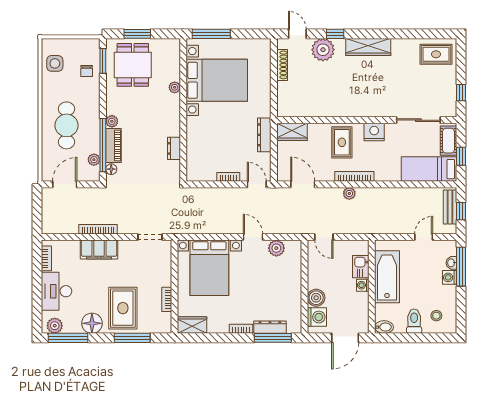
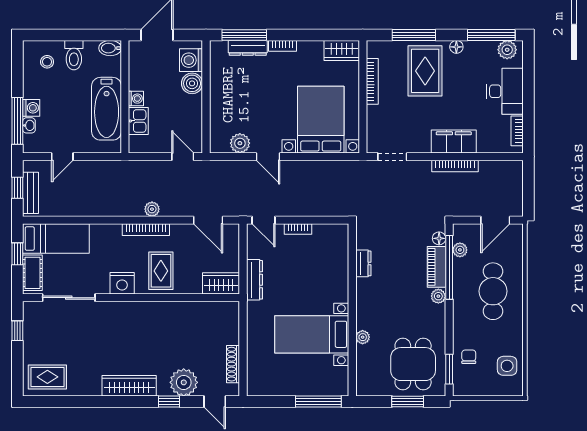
bed with nightstands: (217, 80) -> (312, 334), width x0.73
bookcase: (167, 299) -> (372, 81), width x1.56
floor lamp: (92, 323) -> (456, 47), width x0.53, depth x0.53

